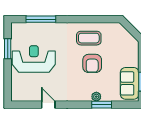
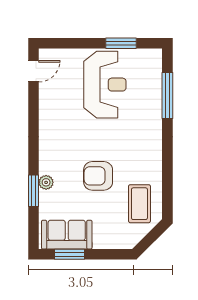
coffee table: (89, 38) -> (139, 204), moved
door: (48, 105) -> (34, 71), moved

